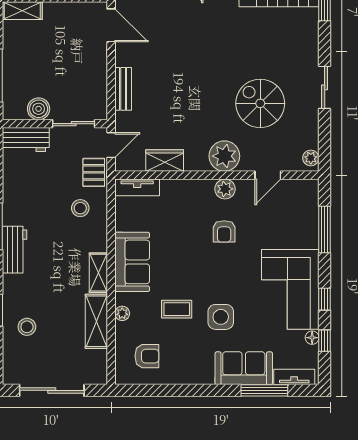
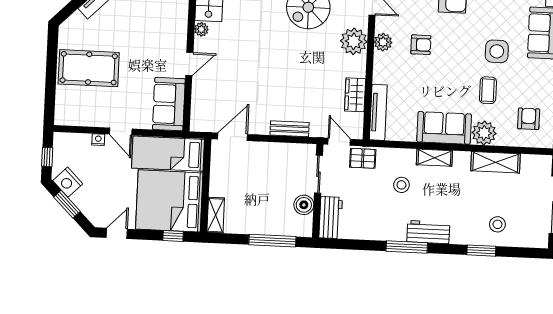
tv unit: (137, 187) -> (378, 112), width x1.41
stool: (80, 208) -> (401, 185), moved
shelving: (98, 273) -> (434, 158), moved
plant: (122, 313) -> (484, 133), width x1.88, depth x1.88

